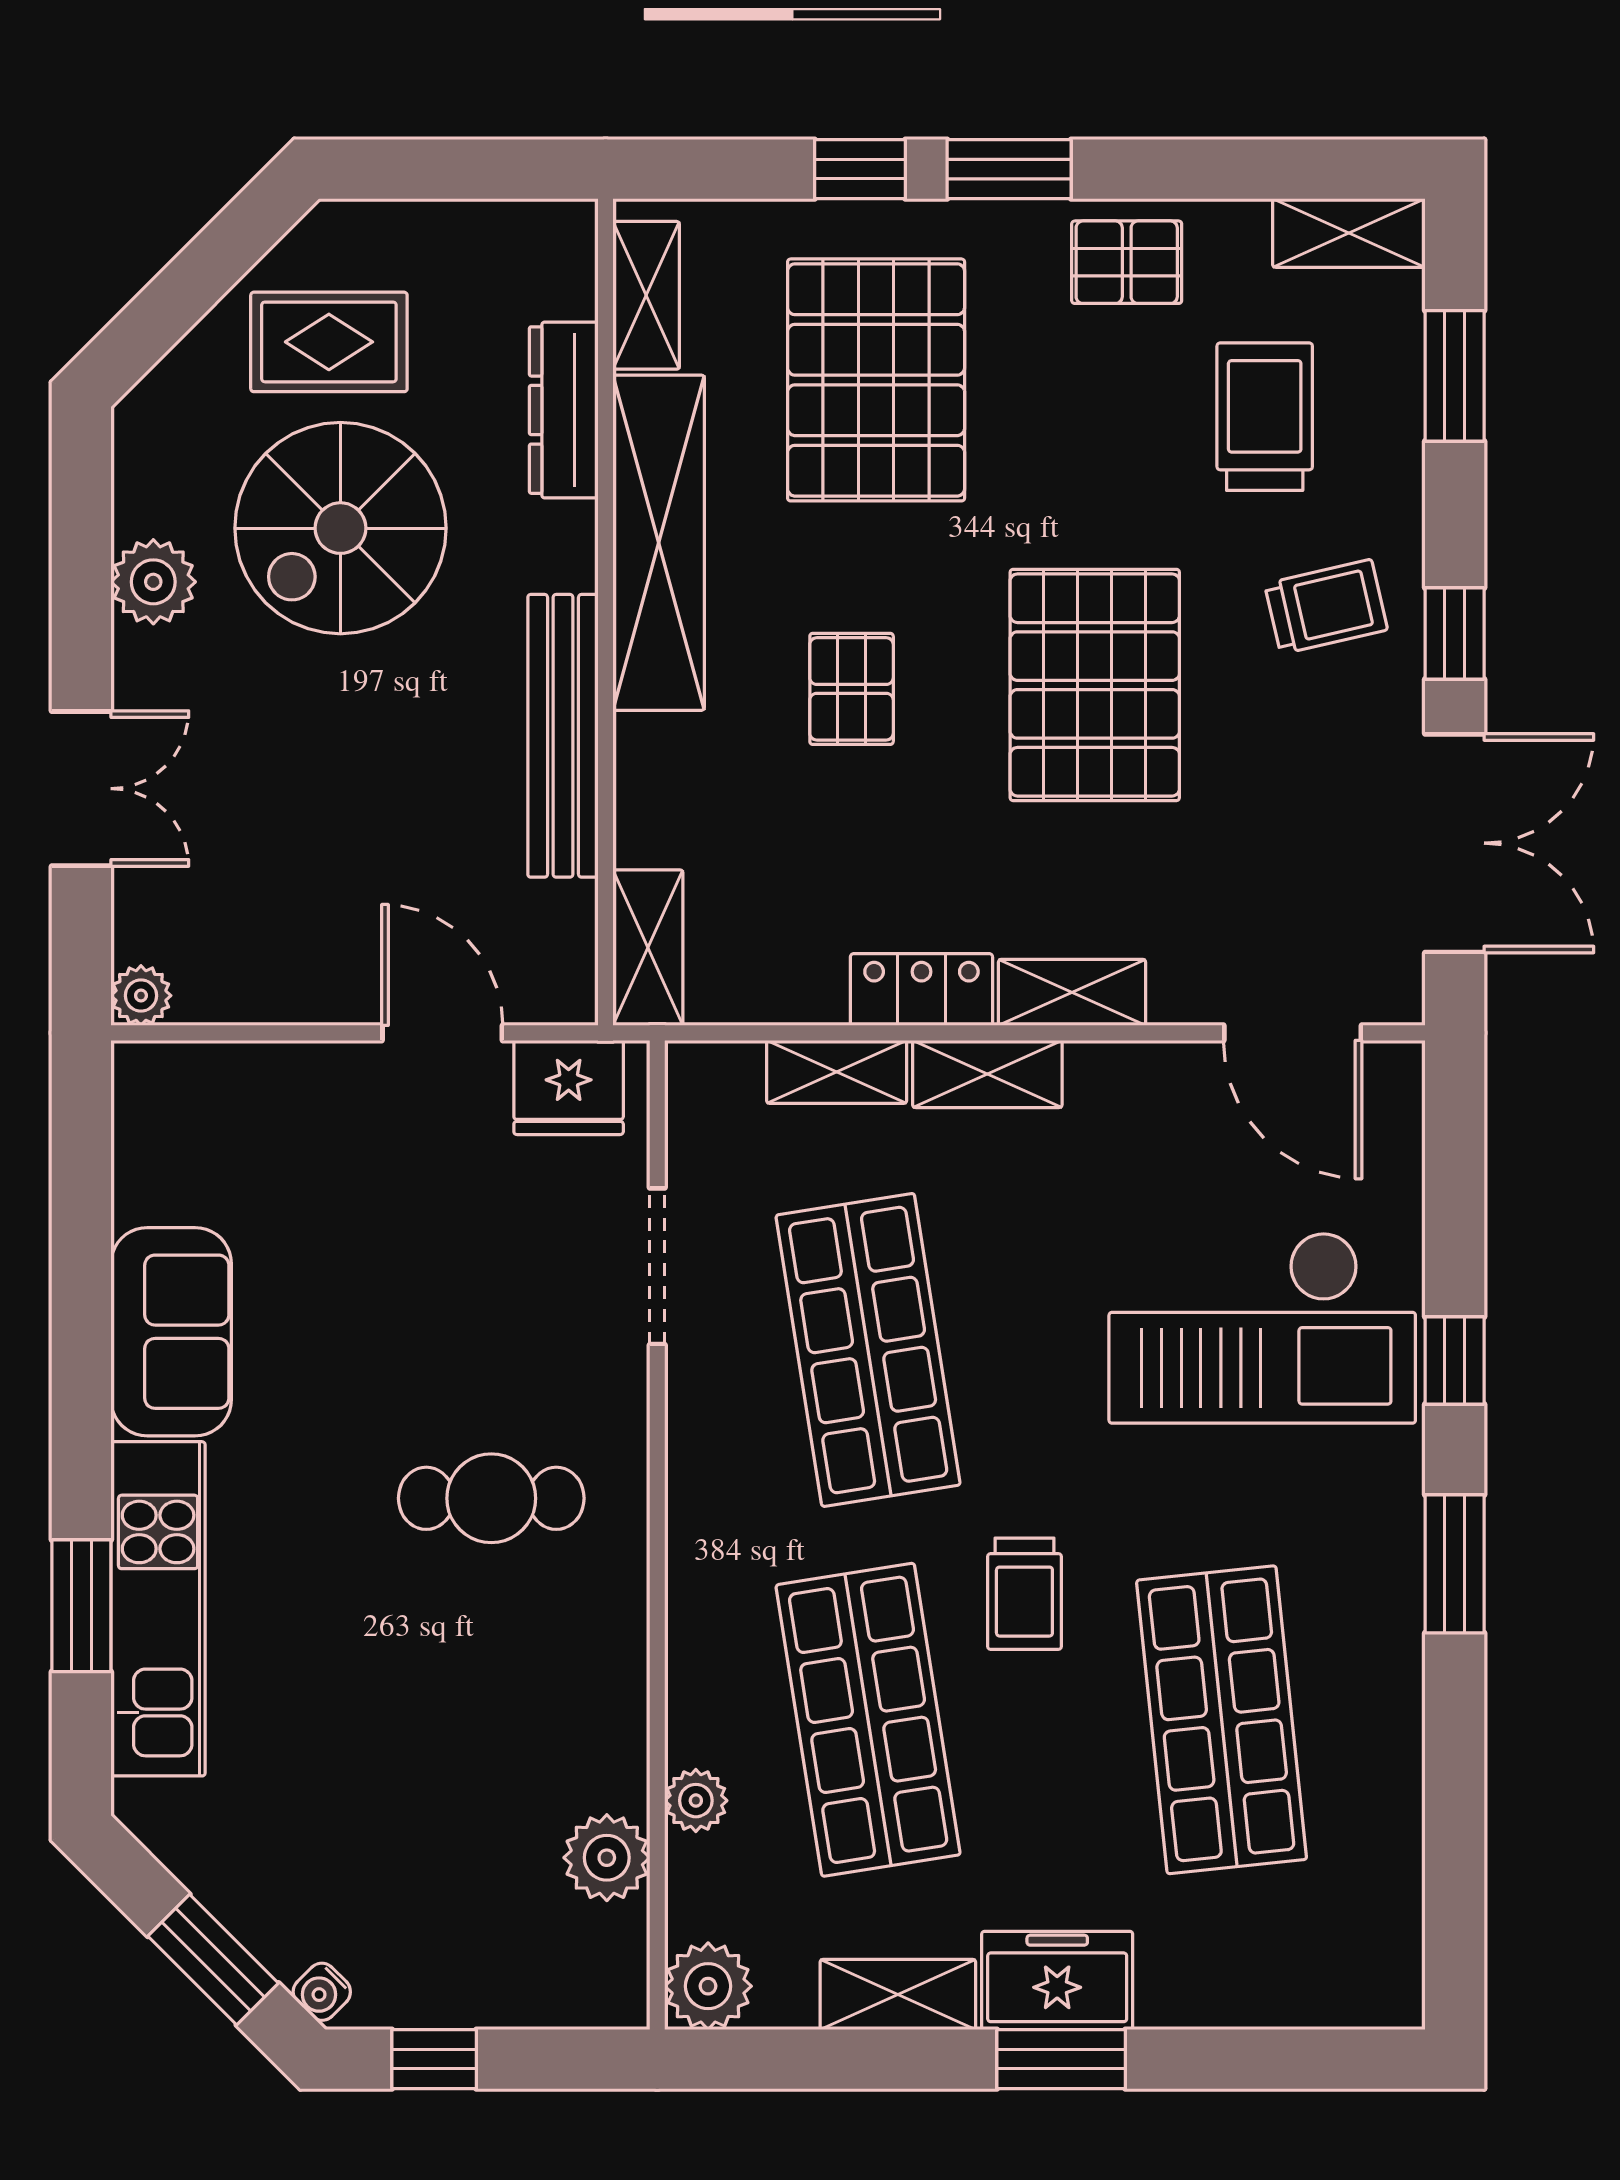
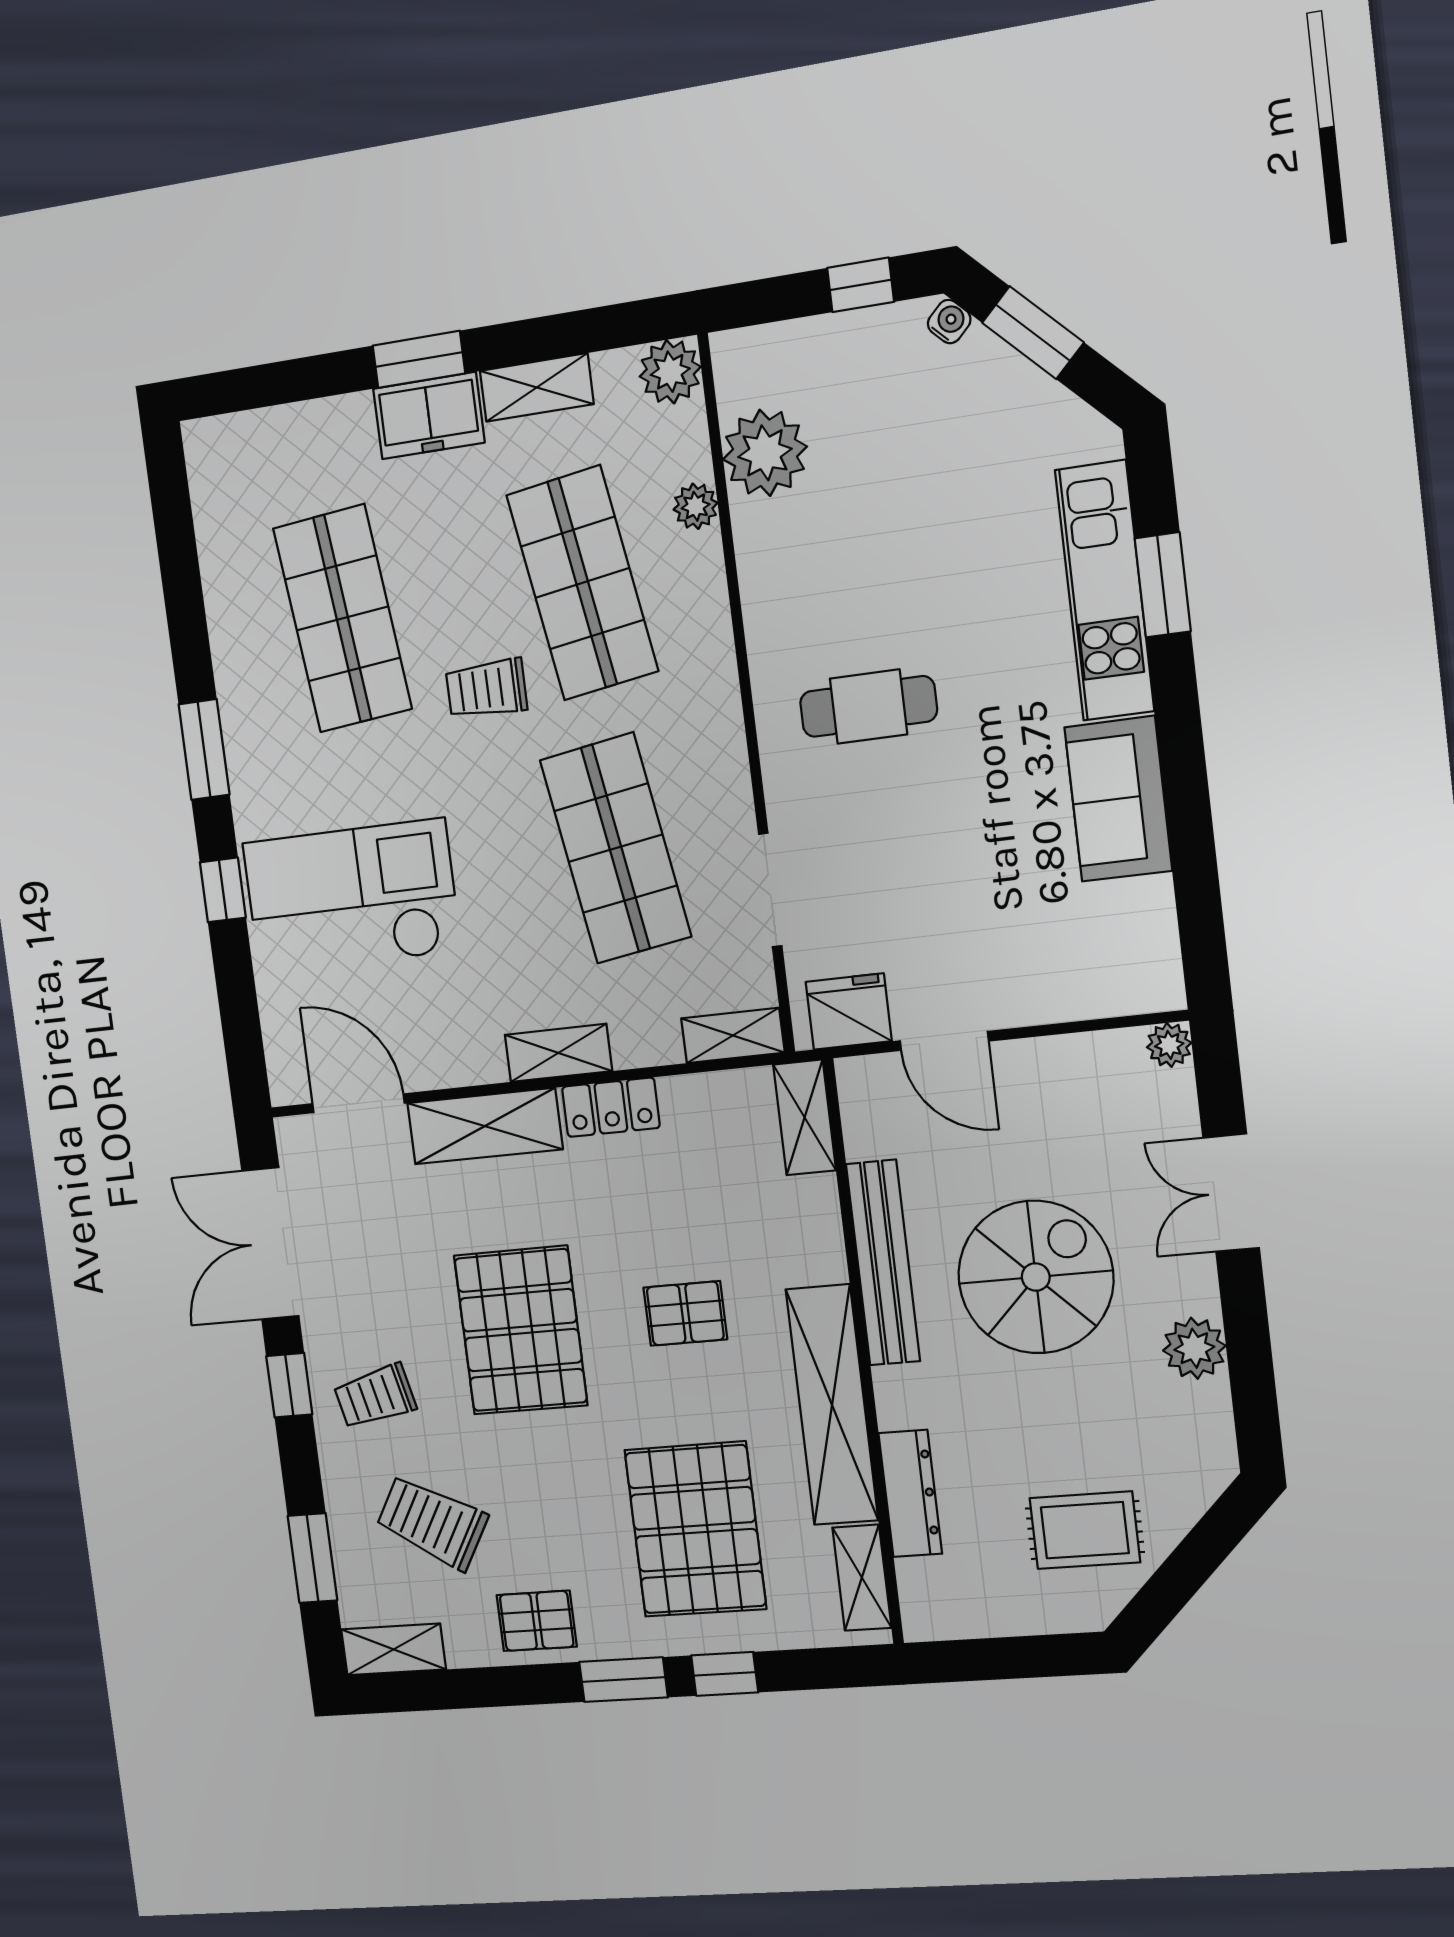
trolley: (1265, 417) -> (432, 1522), turned 120
spiral stairs: (340, 528) -> (1036, 1277), moved
pallet: (852, 689) -> (685, 1313), turned 90
shelving: (1072, 992) -> (485, 1126), width x1.50, depth x1.33
shelving: (837, 1072) -> (733, 1035), moved
trolley: (1024, 1594) -> (486, 689), turned -90
plant: (607, 1858) -> (765, 453), width x1.36, depth x1.36

